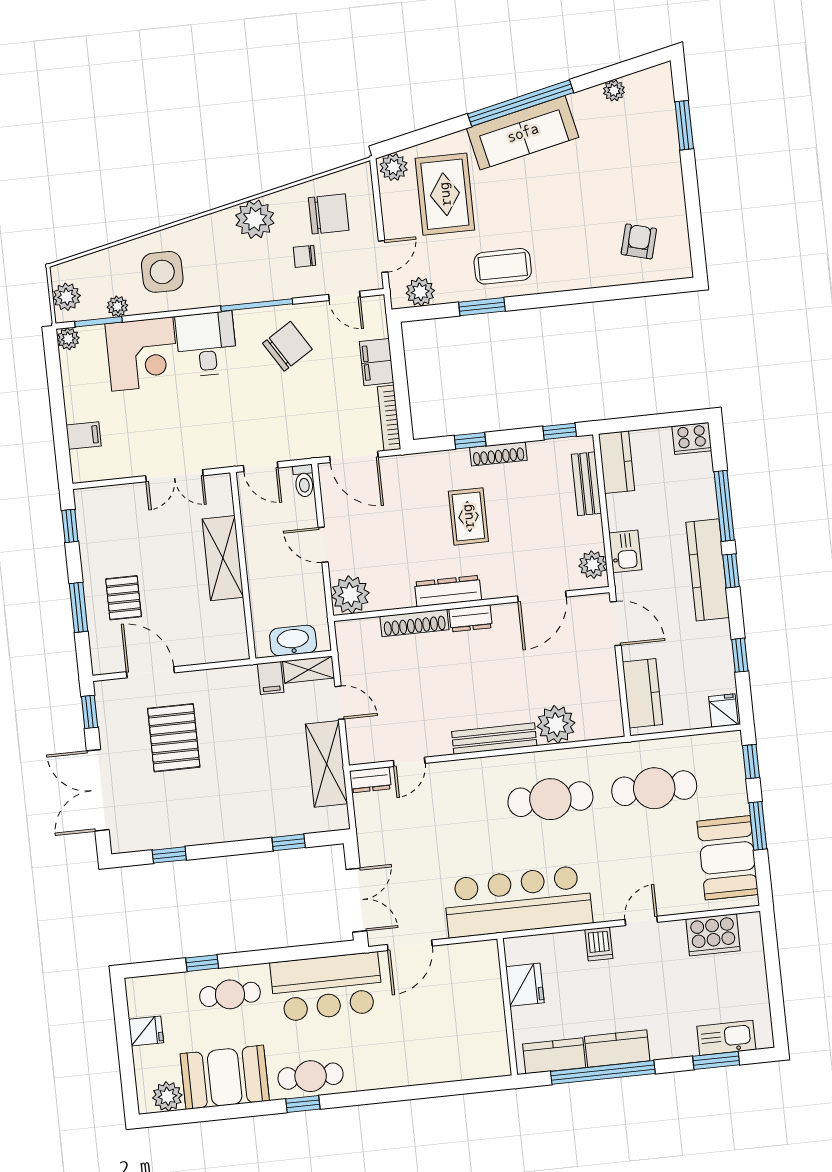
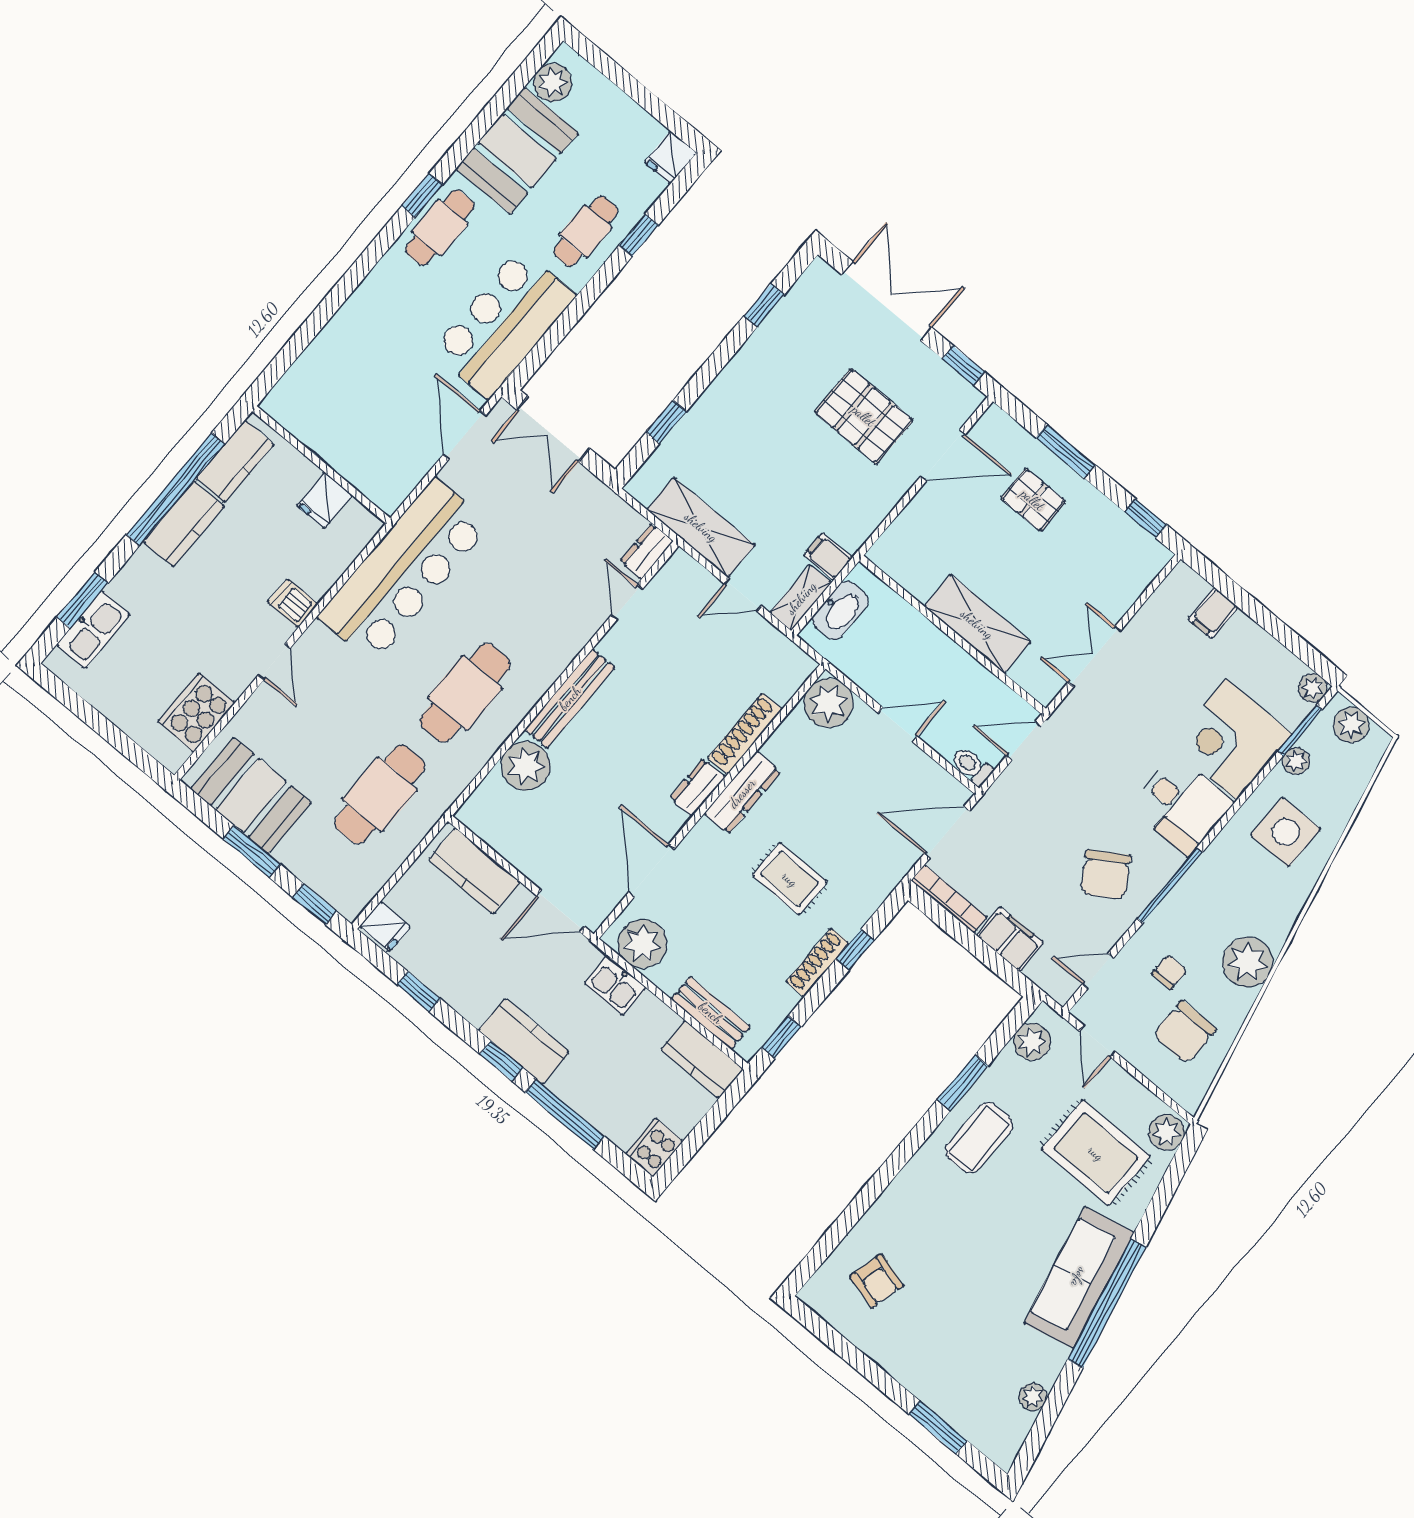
plant: (593, 565) -> (643, 944), width x1.36, depth x1.36
kitchen counter: (708, 570) -> (524, 1041), width x0.67
fridge: (525, 985) -> (325, 500), width x0.72
fridge: (146, 1031) -> (670, 157), moved

